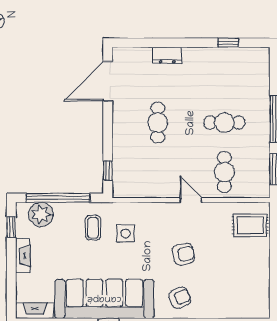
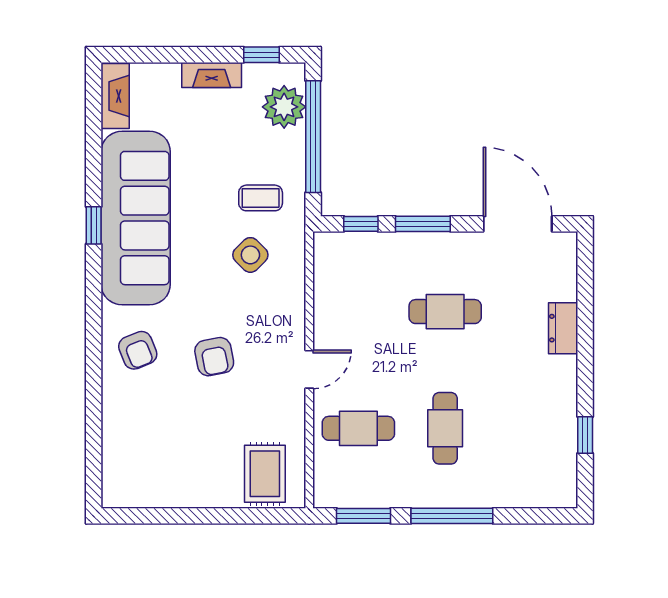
window: (108, 135) -> (423, 224), added
side table: (125, 234) -> (250, 255), turned 45

